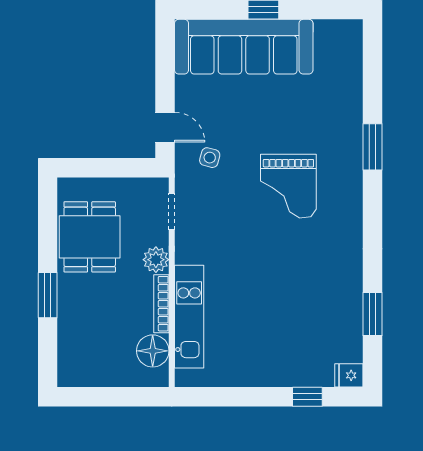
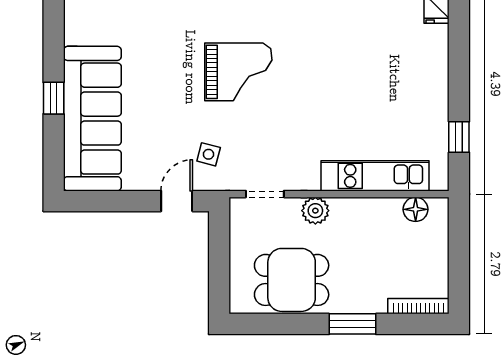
bookcase: (161, 304) -> (418, 306), moved, turned 180
floor lamp: (153, 351) -> (416, 209), width x0.73, depth x0.73
window: (307, 397) -> (459, 137), moved

